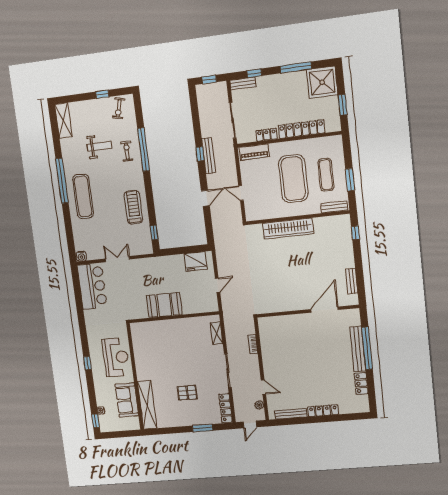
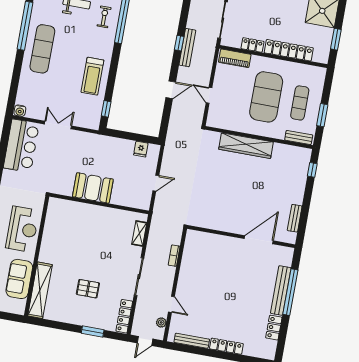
treadmill: (133, 207) -> (92, 76), turned 180
fridge: (196, 261) -> (141, 149), width x0.53, depth x0.75

